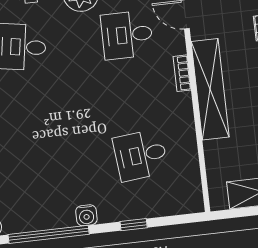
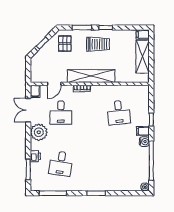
filing cabinet: (108, 210) -> (143, 131), added

